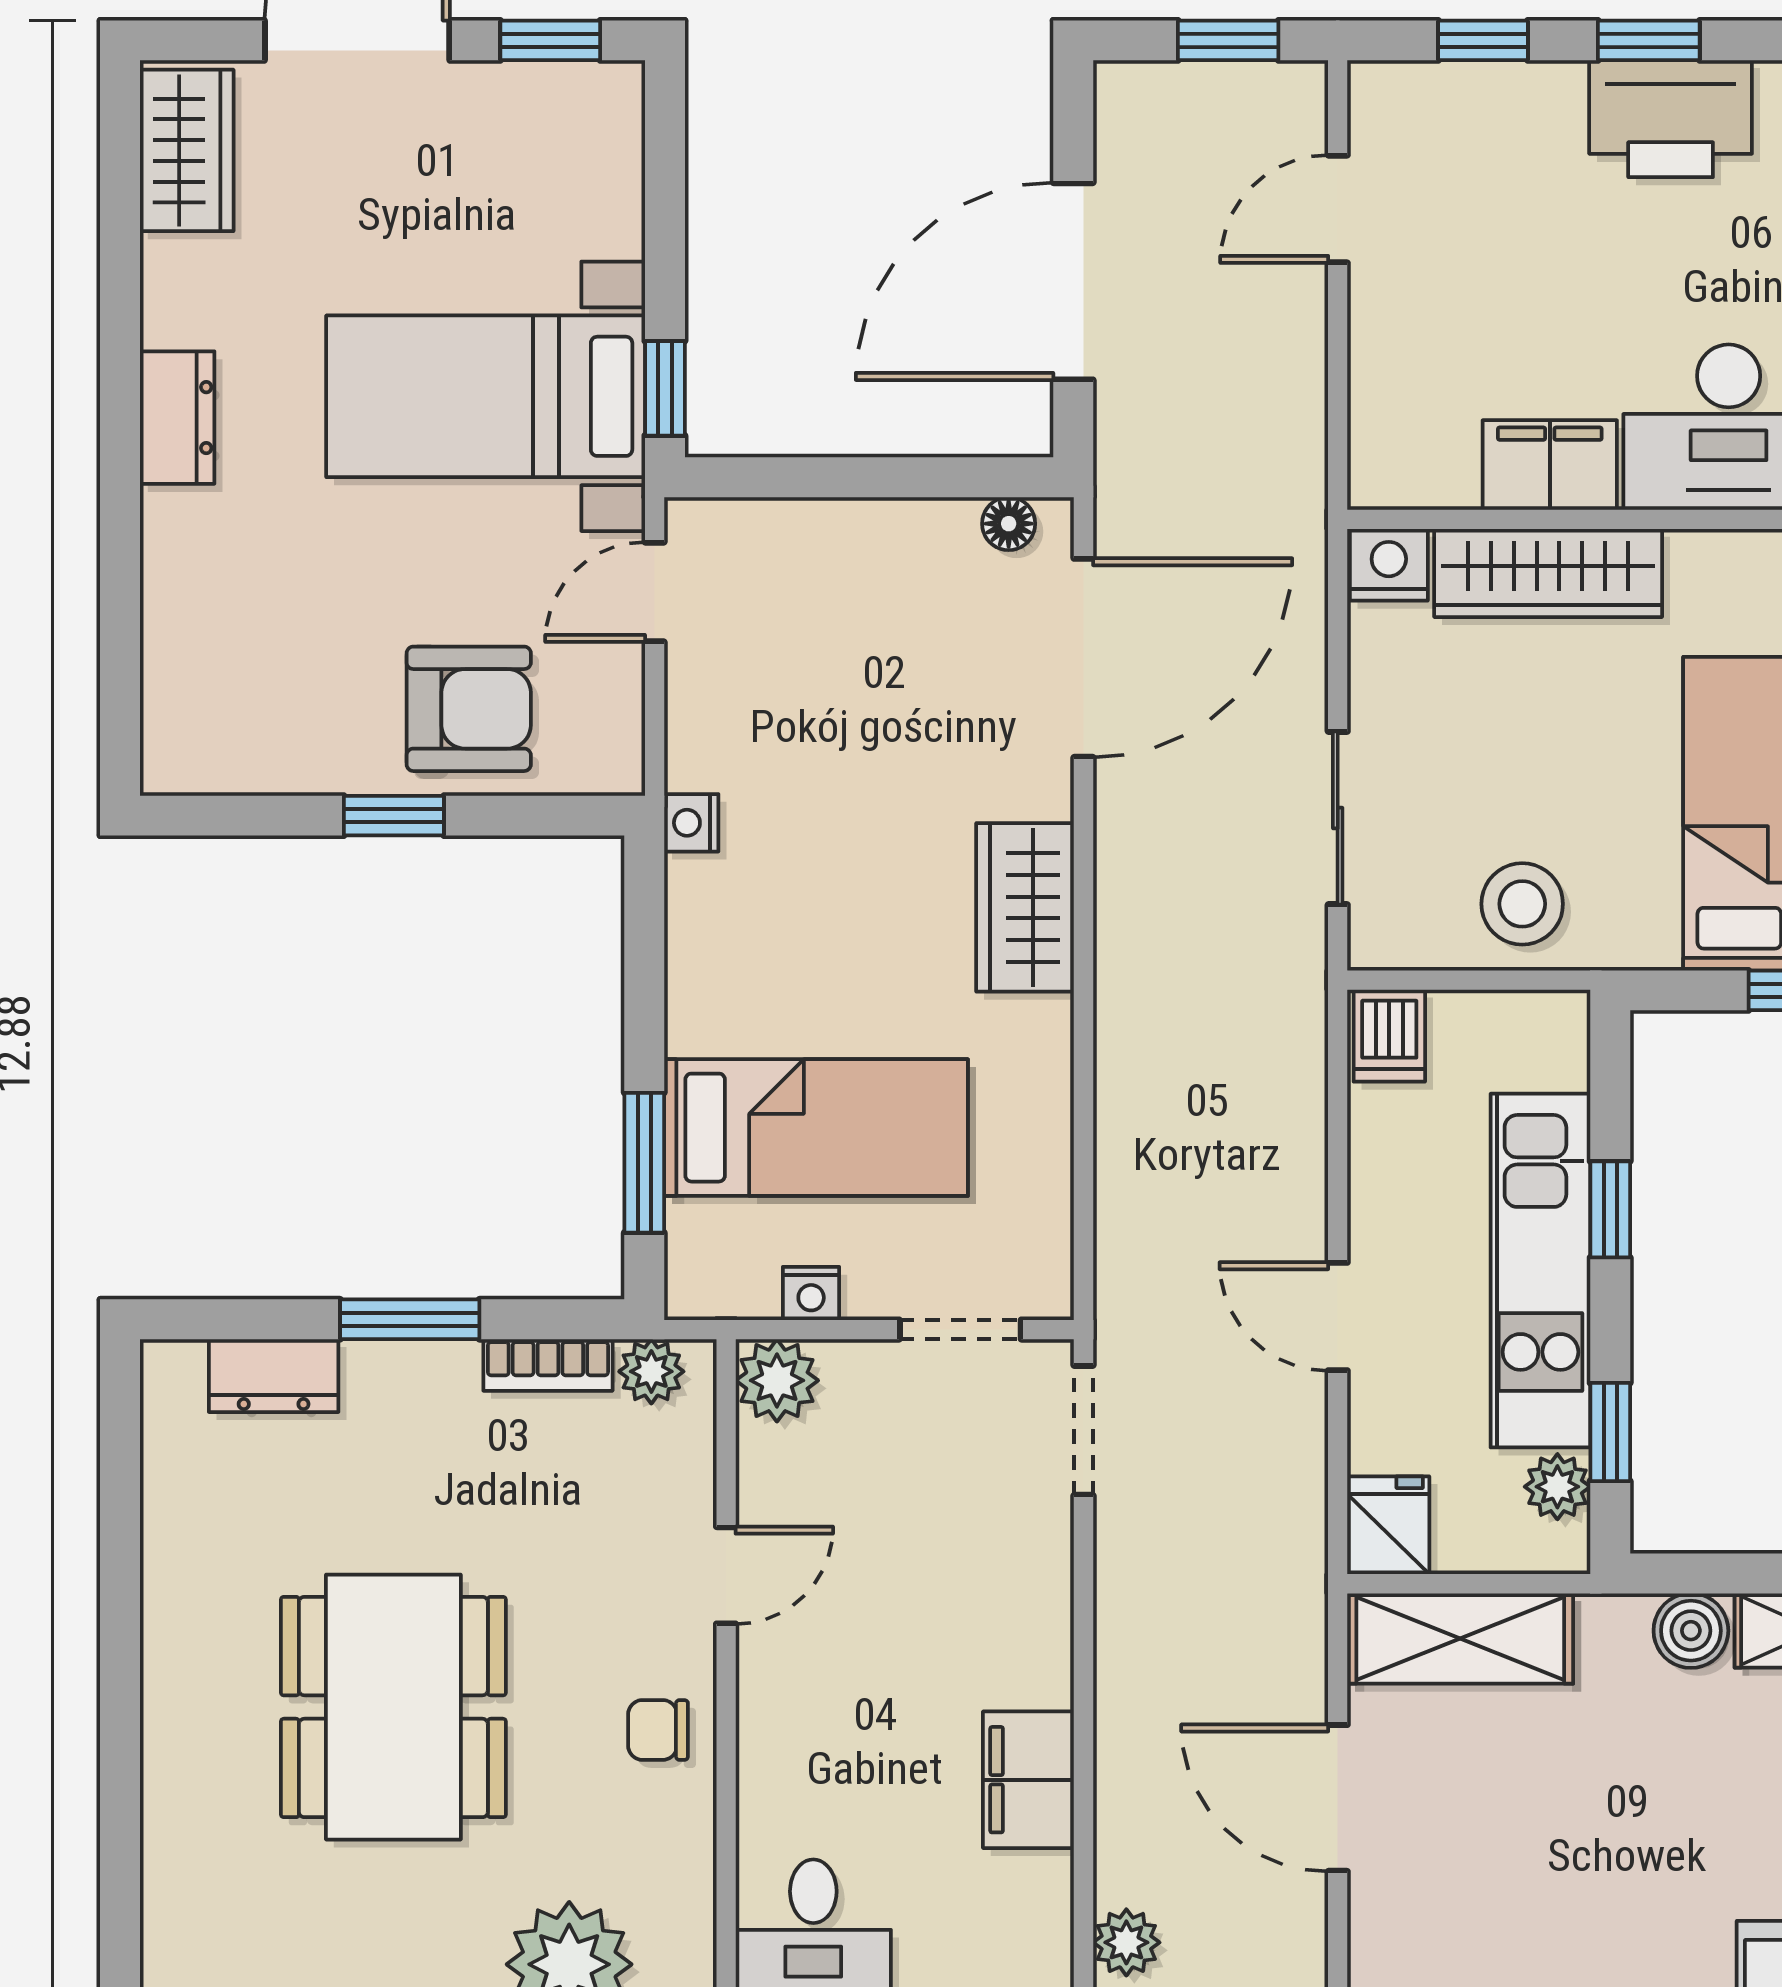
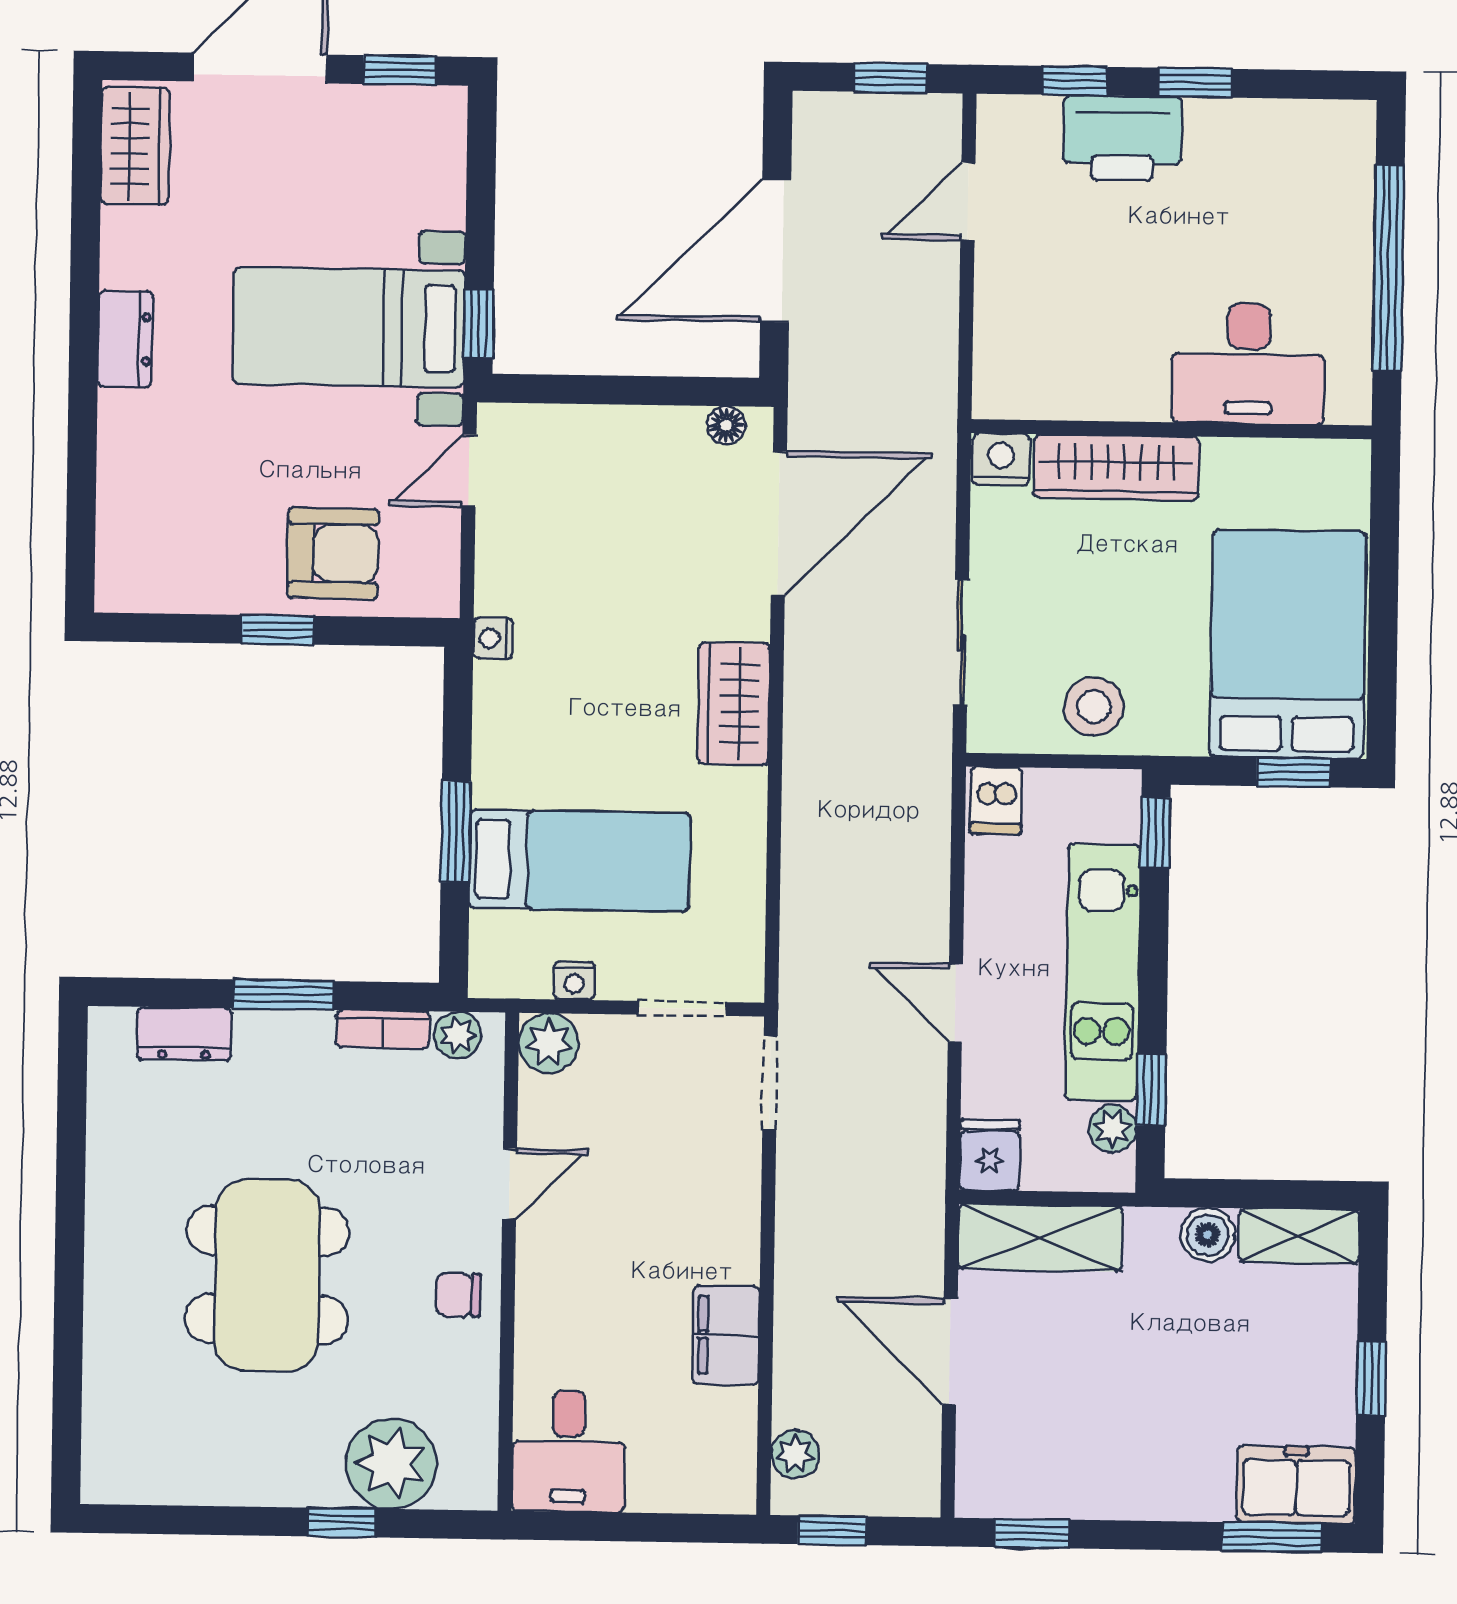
printer: (1671, 119) -> (1122, 138), moved
filing cabinet: (1550, 465) -> (1119, 389), removed
window: (644, 1163) -> (456, 832), moved
window: (1610, 1209) -> (1155, 832), moved

